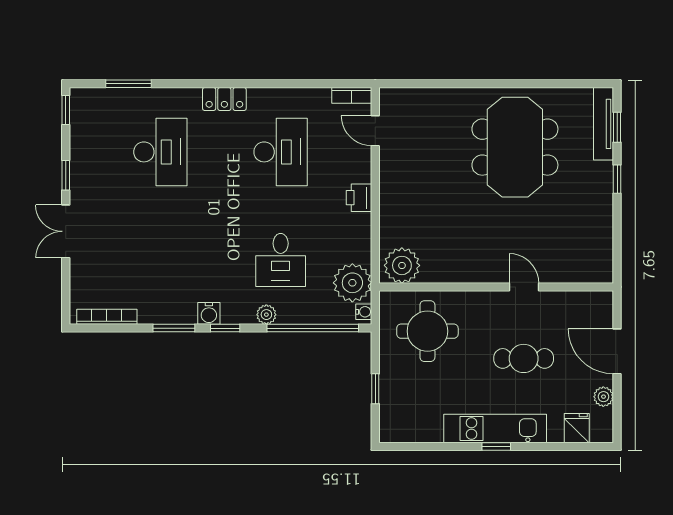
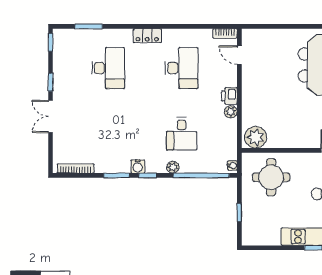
plant: (352, 283) -> (231, 112), moved, width x0.53, depth x0.53

